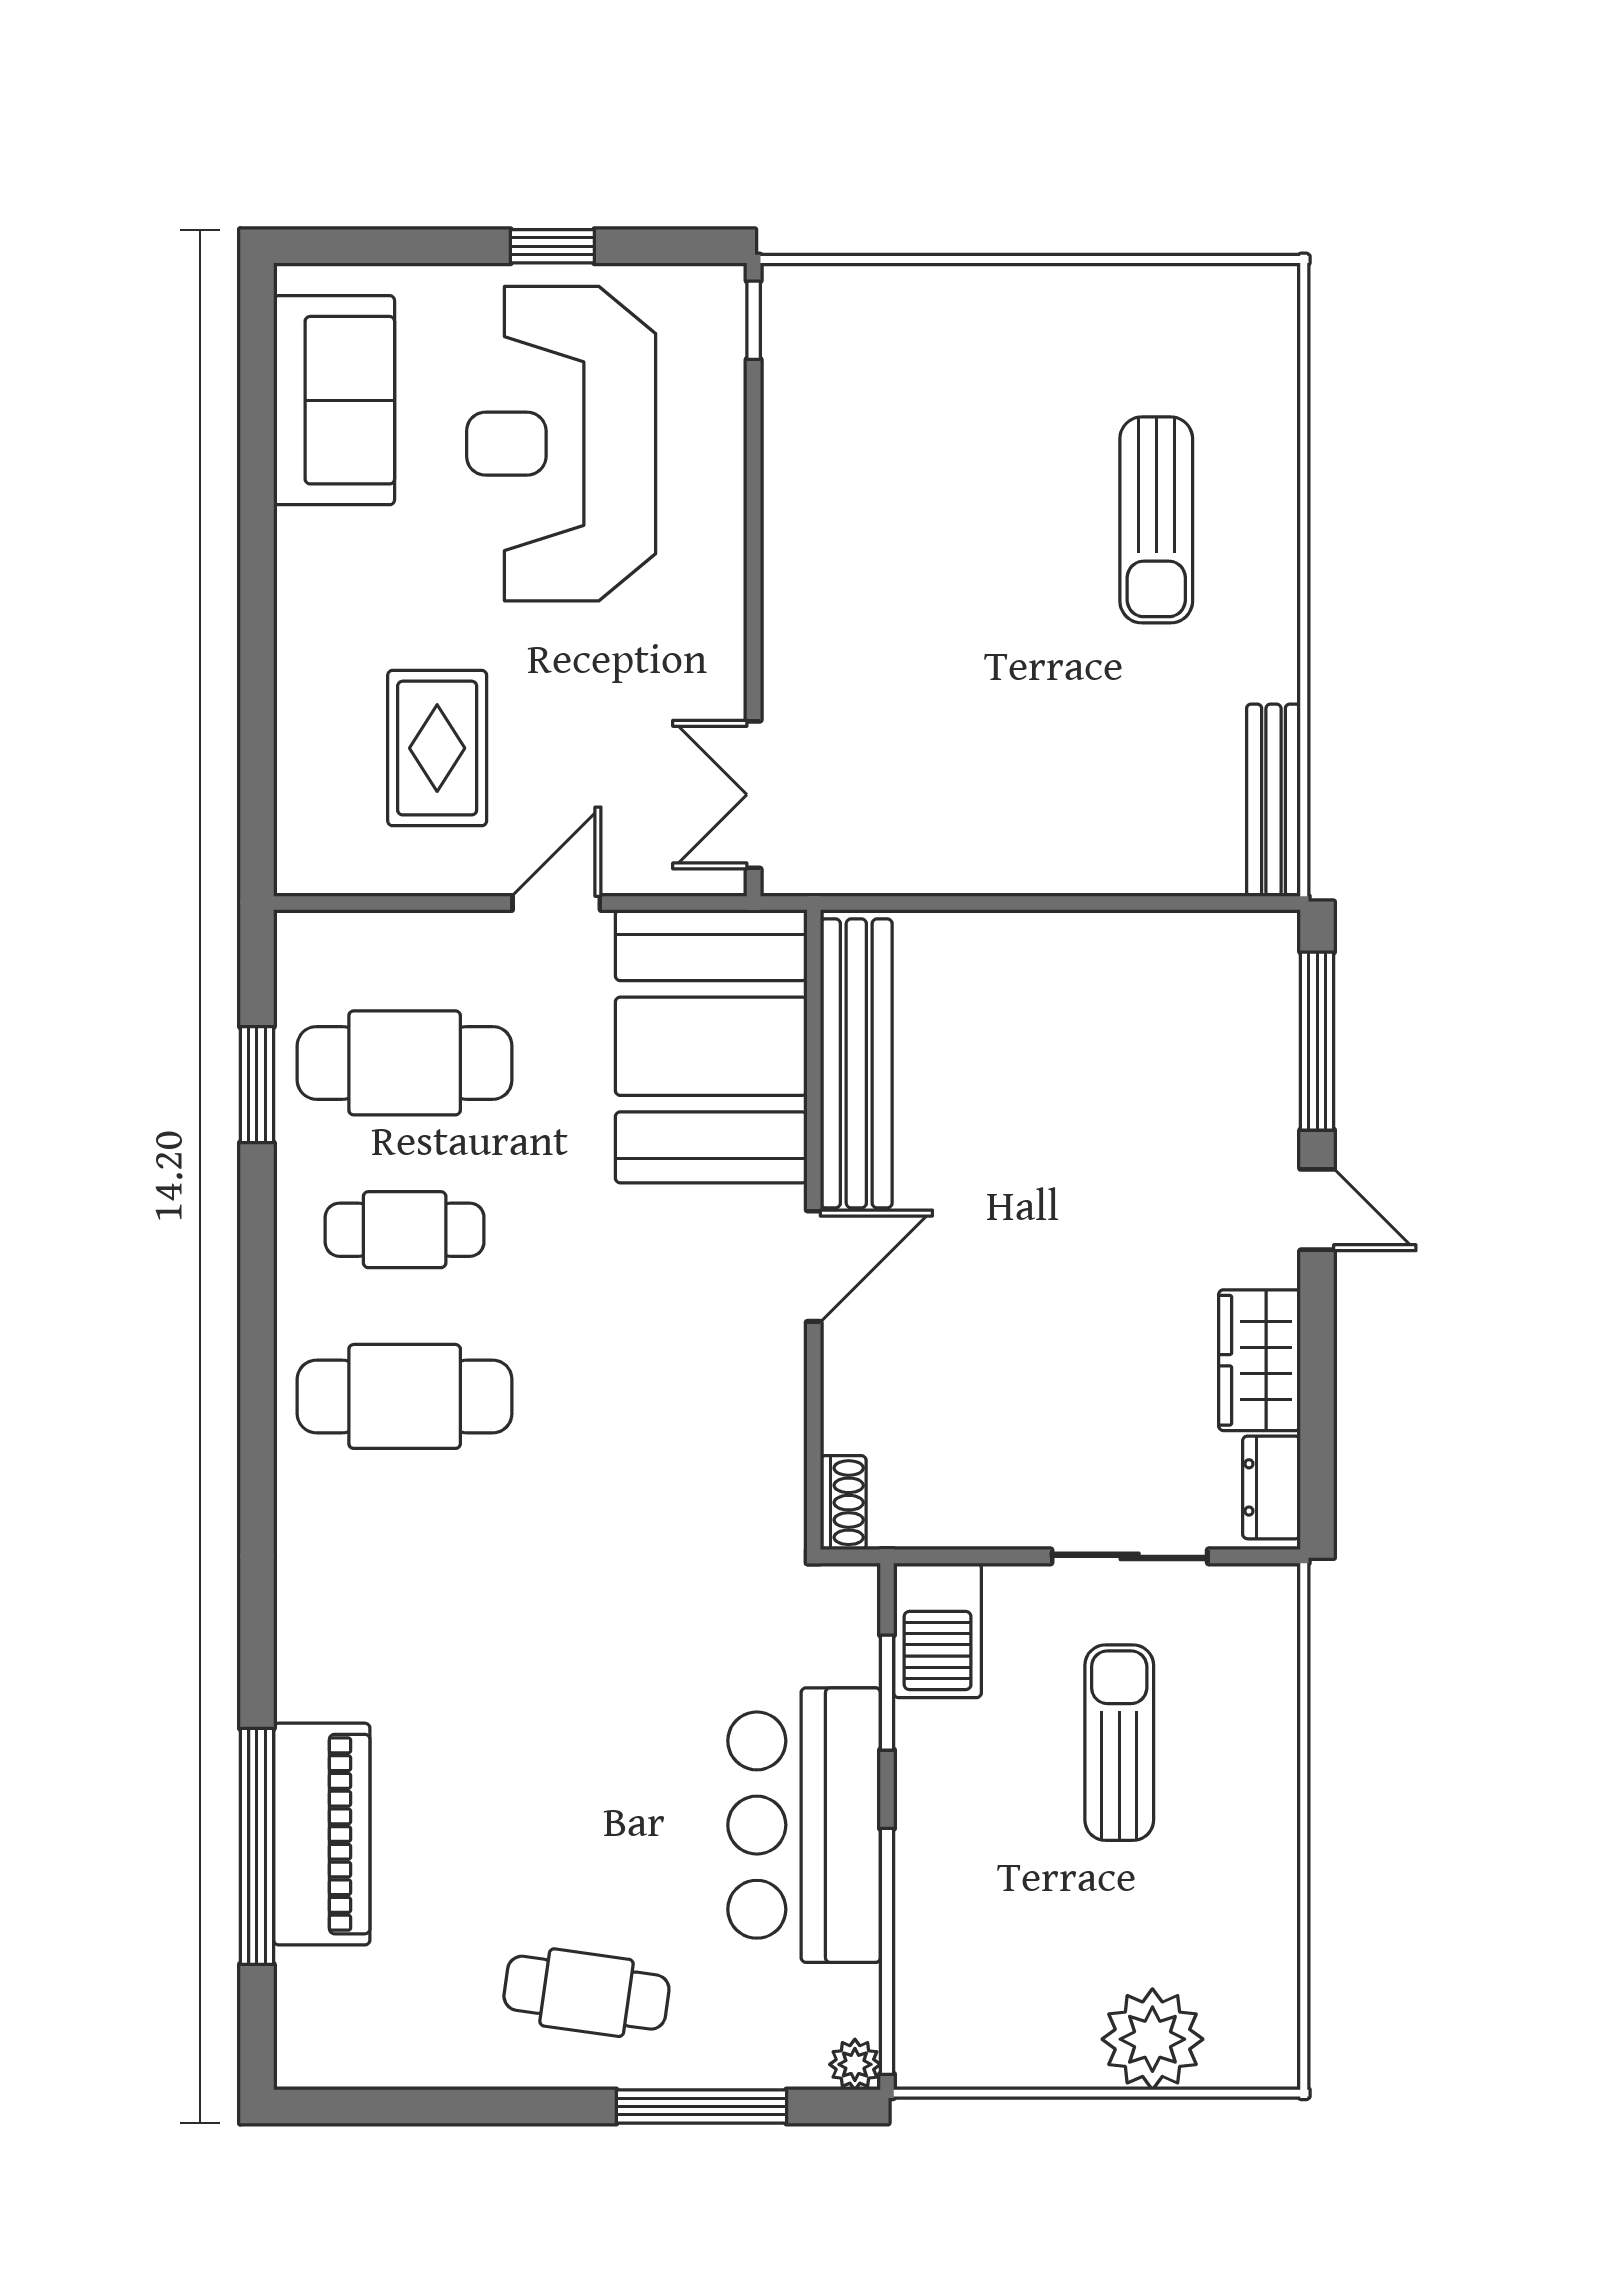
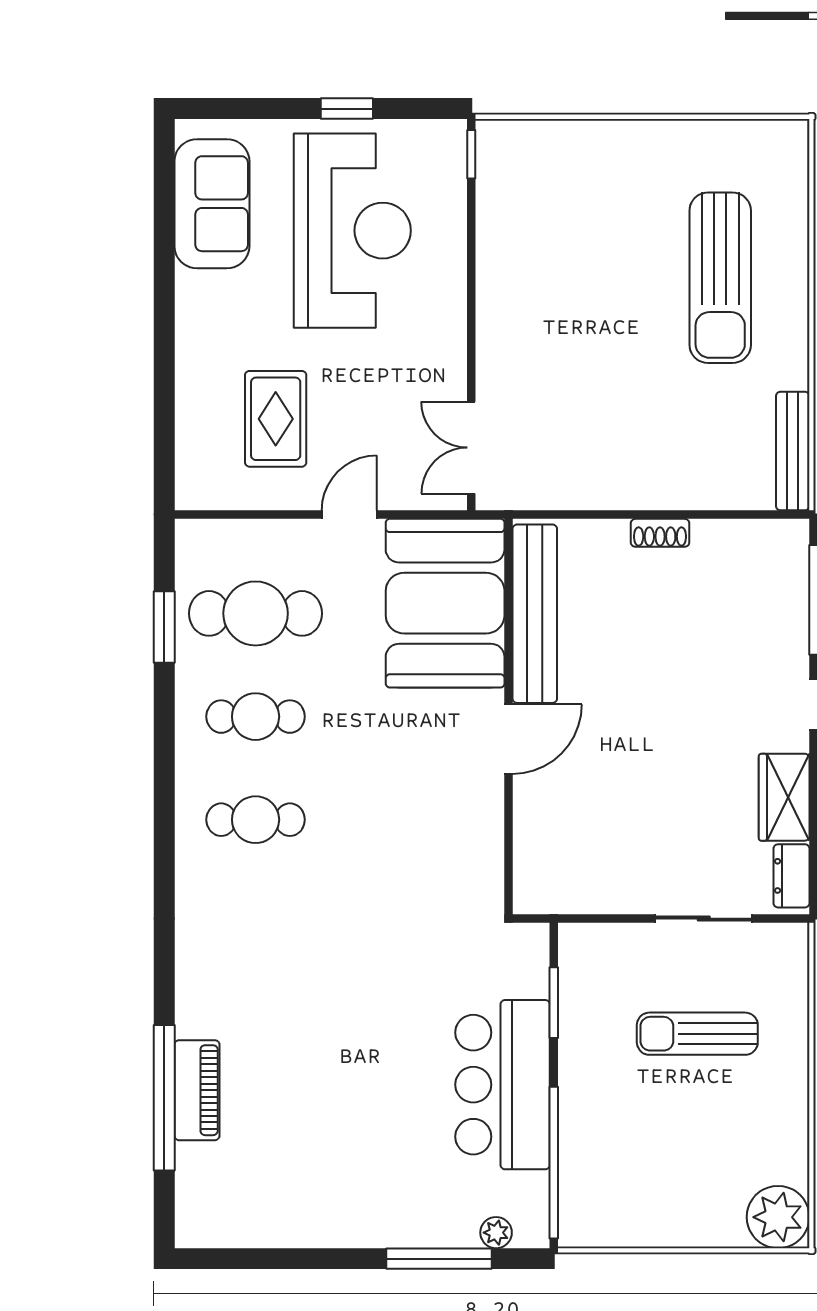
reception desk: (561, 444) -> (352, 231), turned 180
sun lounger: (1156, 520) -> (720, 278), width x1.36, depth x1.34
cafe table: (405, 1396) -> (256, 820), width x0.73, depth x0.74
shoe rack: (843, 1503) -> (660, 533), moved, turned 90
barbecue: (938, 1630) -> (585, 964), removed
sun lounger: (1119, 1743) -> (697, 1034), turned -90
piano: (322, 1834) -> (197, 1090), width x0.73, depth x0.75
cafe table: (586, 1993) -> (368, 1188), removed
plant: (1152, 2039) -> (778, 1217), moved
plant: (855, 2064) -> (496, 1233), moved

